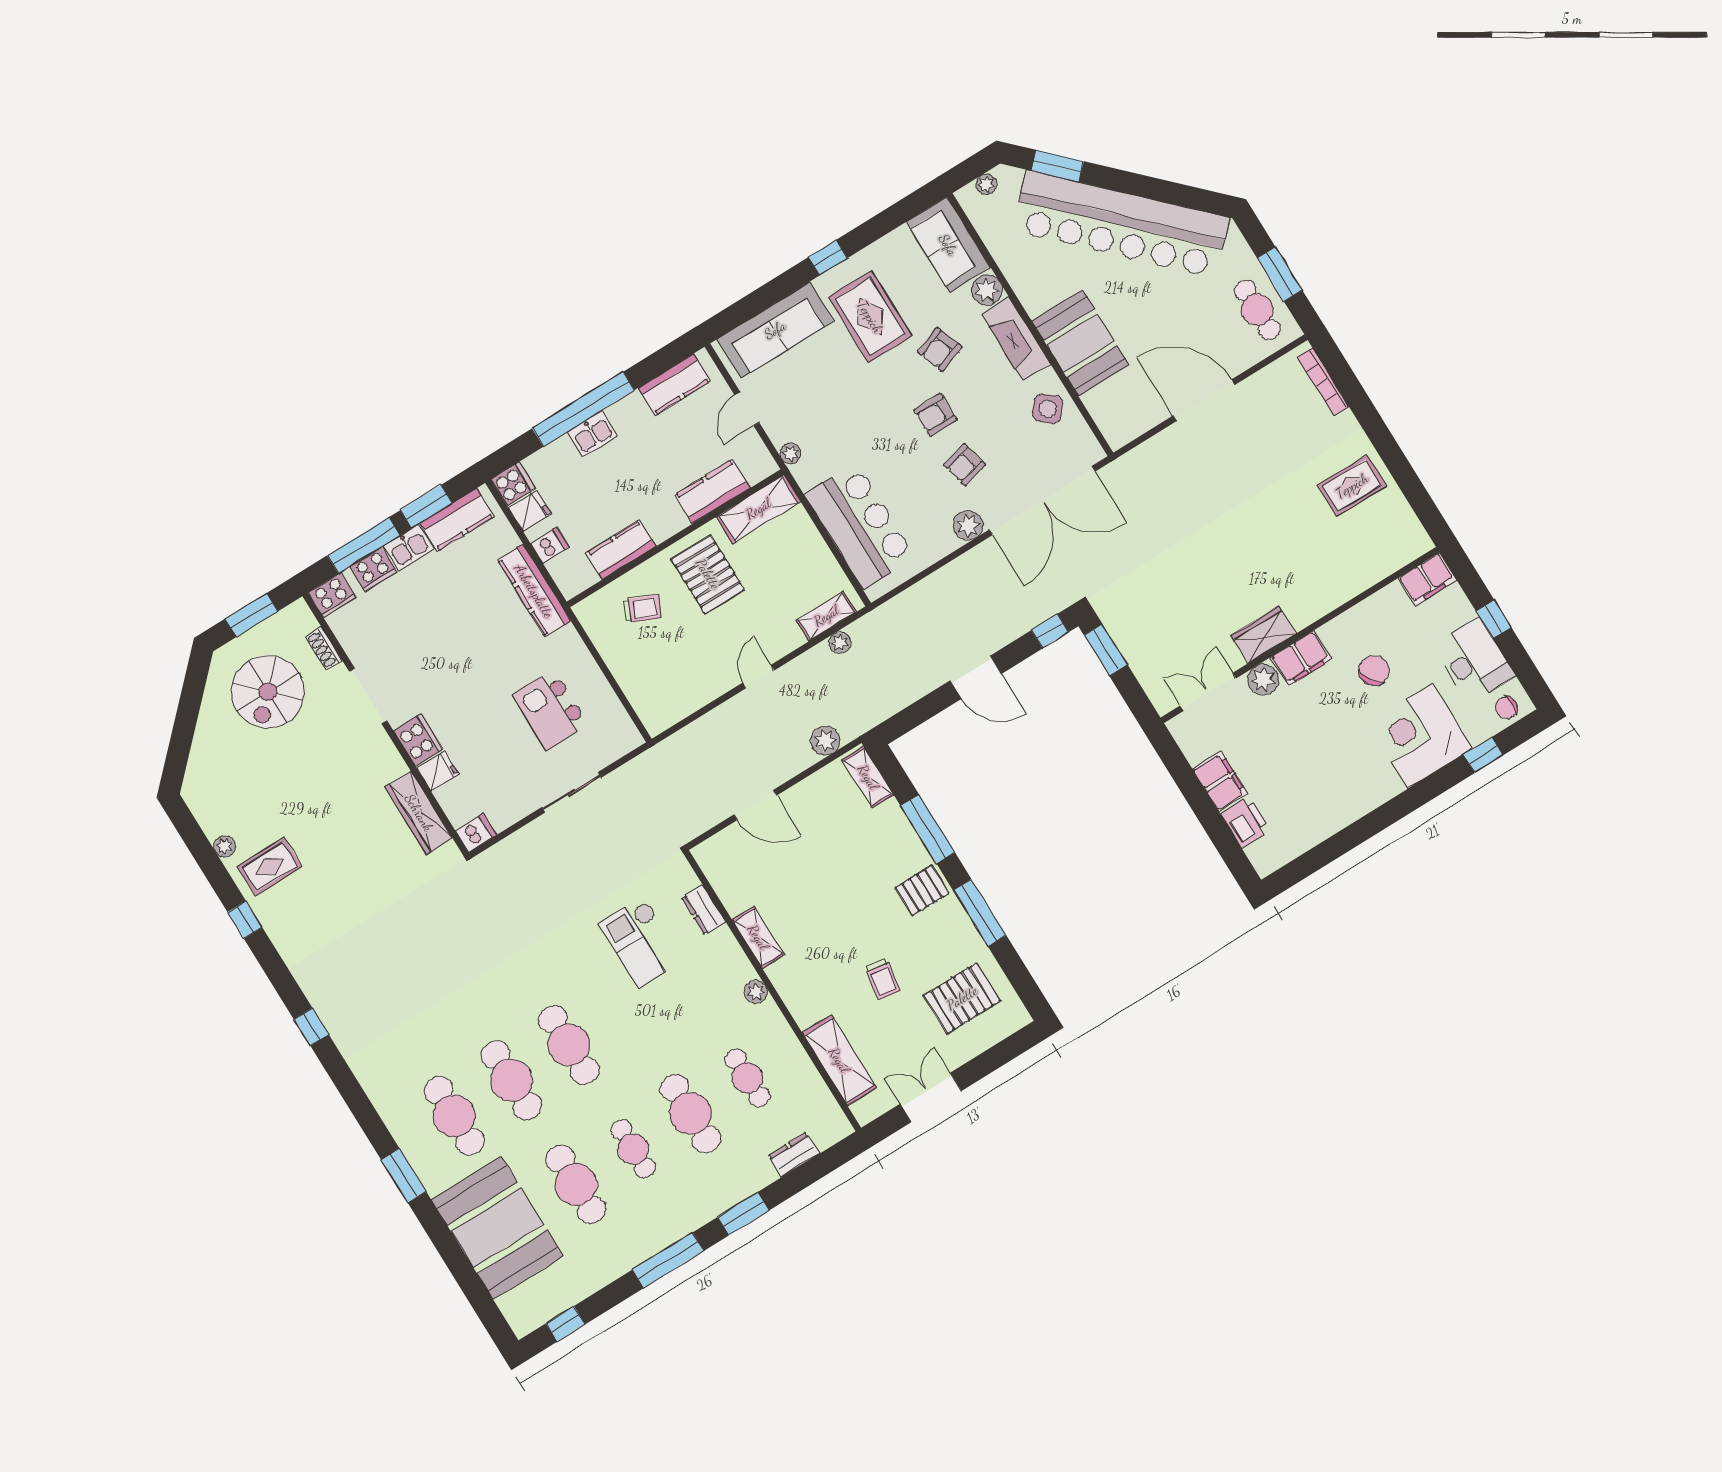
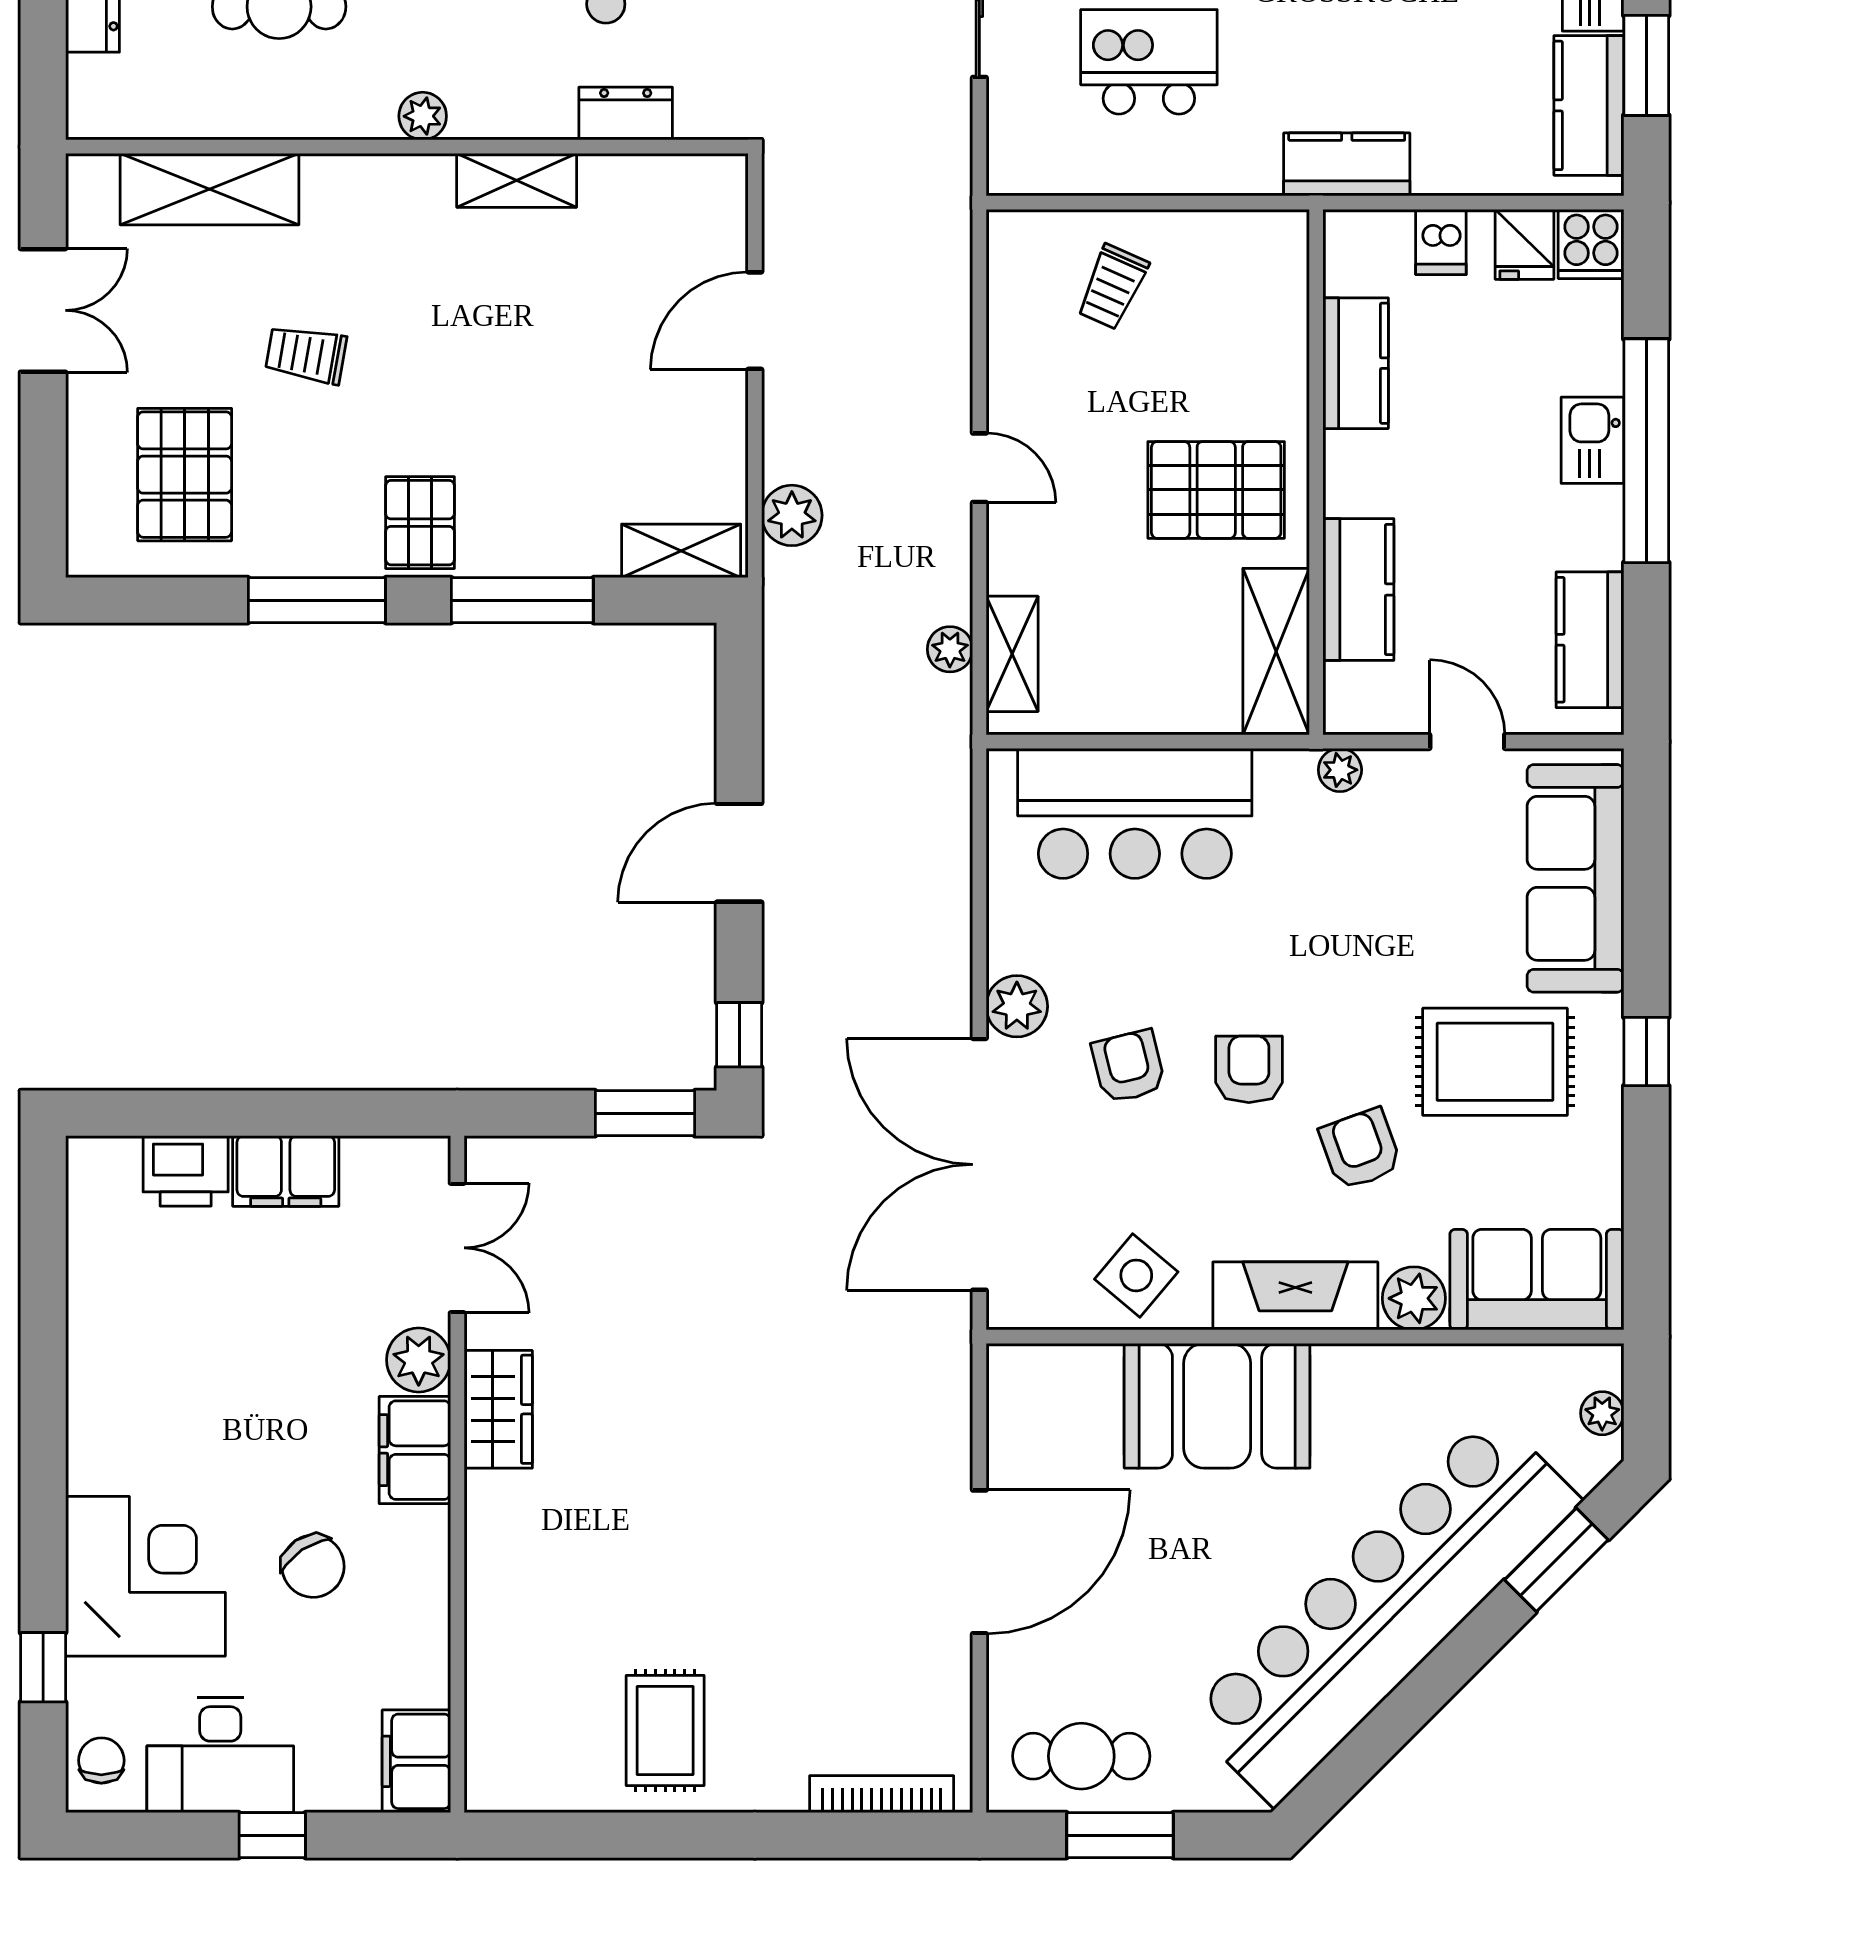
kitchen counter: (534, 591) -> (1347, 164), width x0.67
trolley: (642, 609) -> (1112, 287), moved

